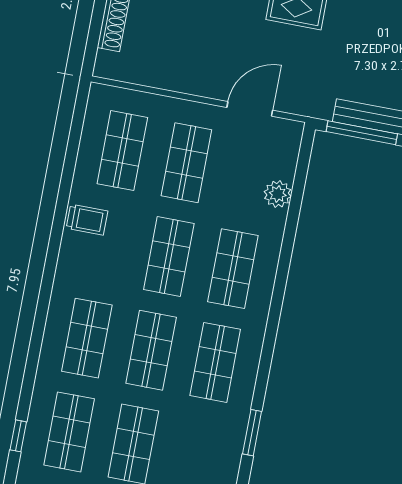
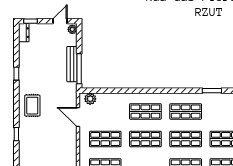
plant: (278, 194) -> (90, 99), moved

